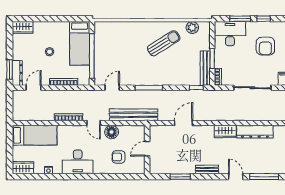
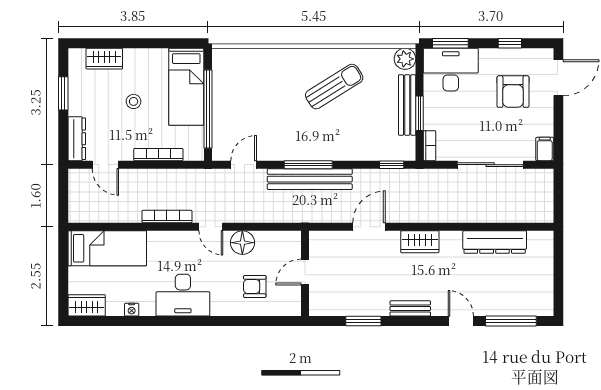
window: (240, 19) -> (450, 43), moved
wardrobe: (23, 27) -> (104, 59), moved
plant: (192, 27) -> (405, 59), moved
bench: (205, 68) -> (407, 105), moved
window: (10, 69) -> (63, 93), moved
door: (34, 88) -> (105, 165), swing flipped
bench: (133, 115) -> (310, 179), moved
wardrobe: (225, 132) -> (420, 242), moved

